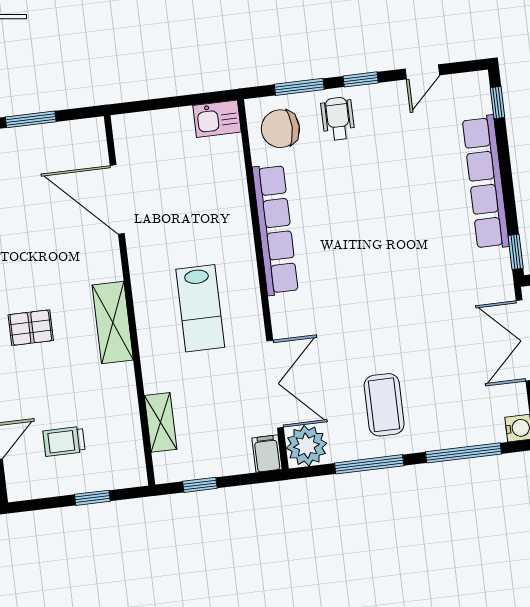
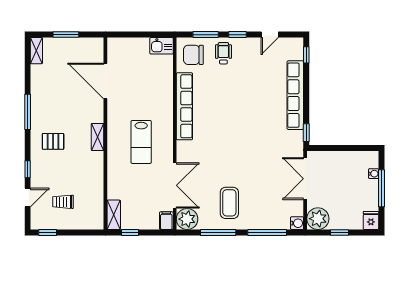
shelving: (113, 322) -> (97, 137), width x0.67, depth x0.75
shelving: (161, 422) -> (114, 215), moved
window: (92, 498) -> (48, 232), moved

